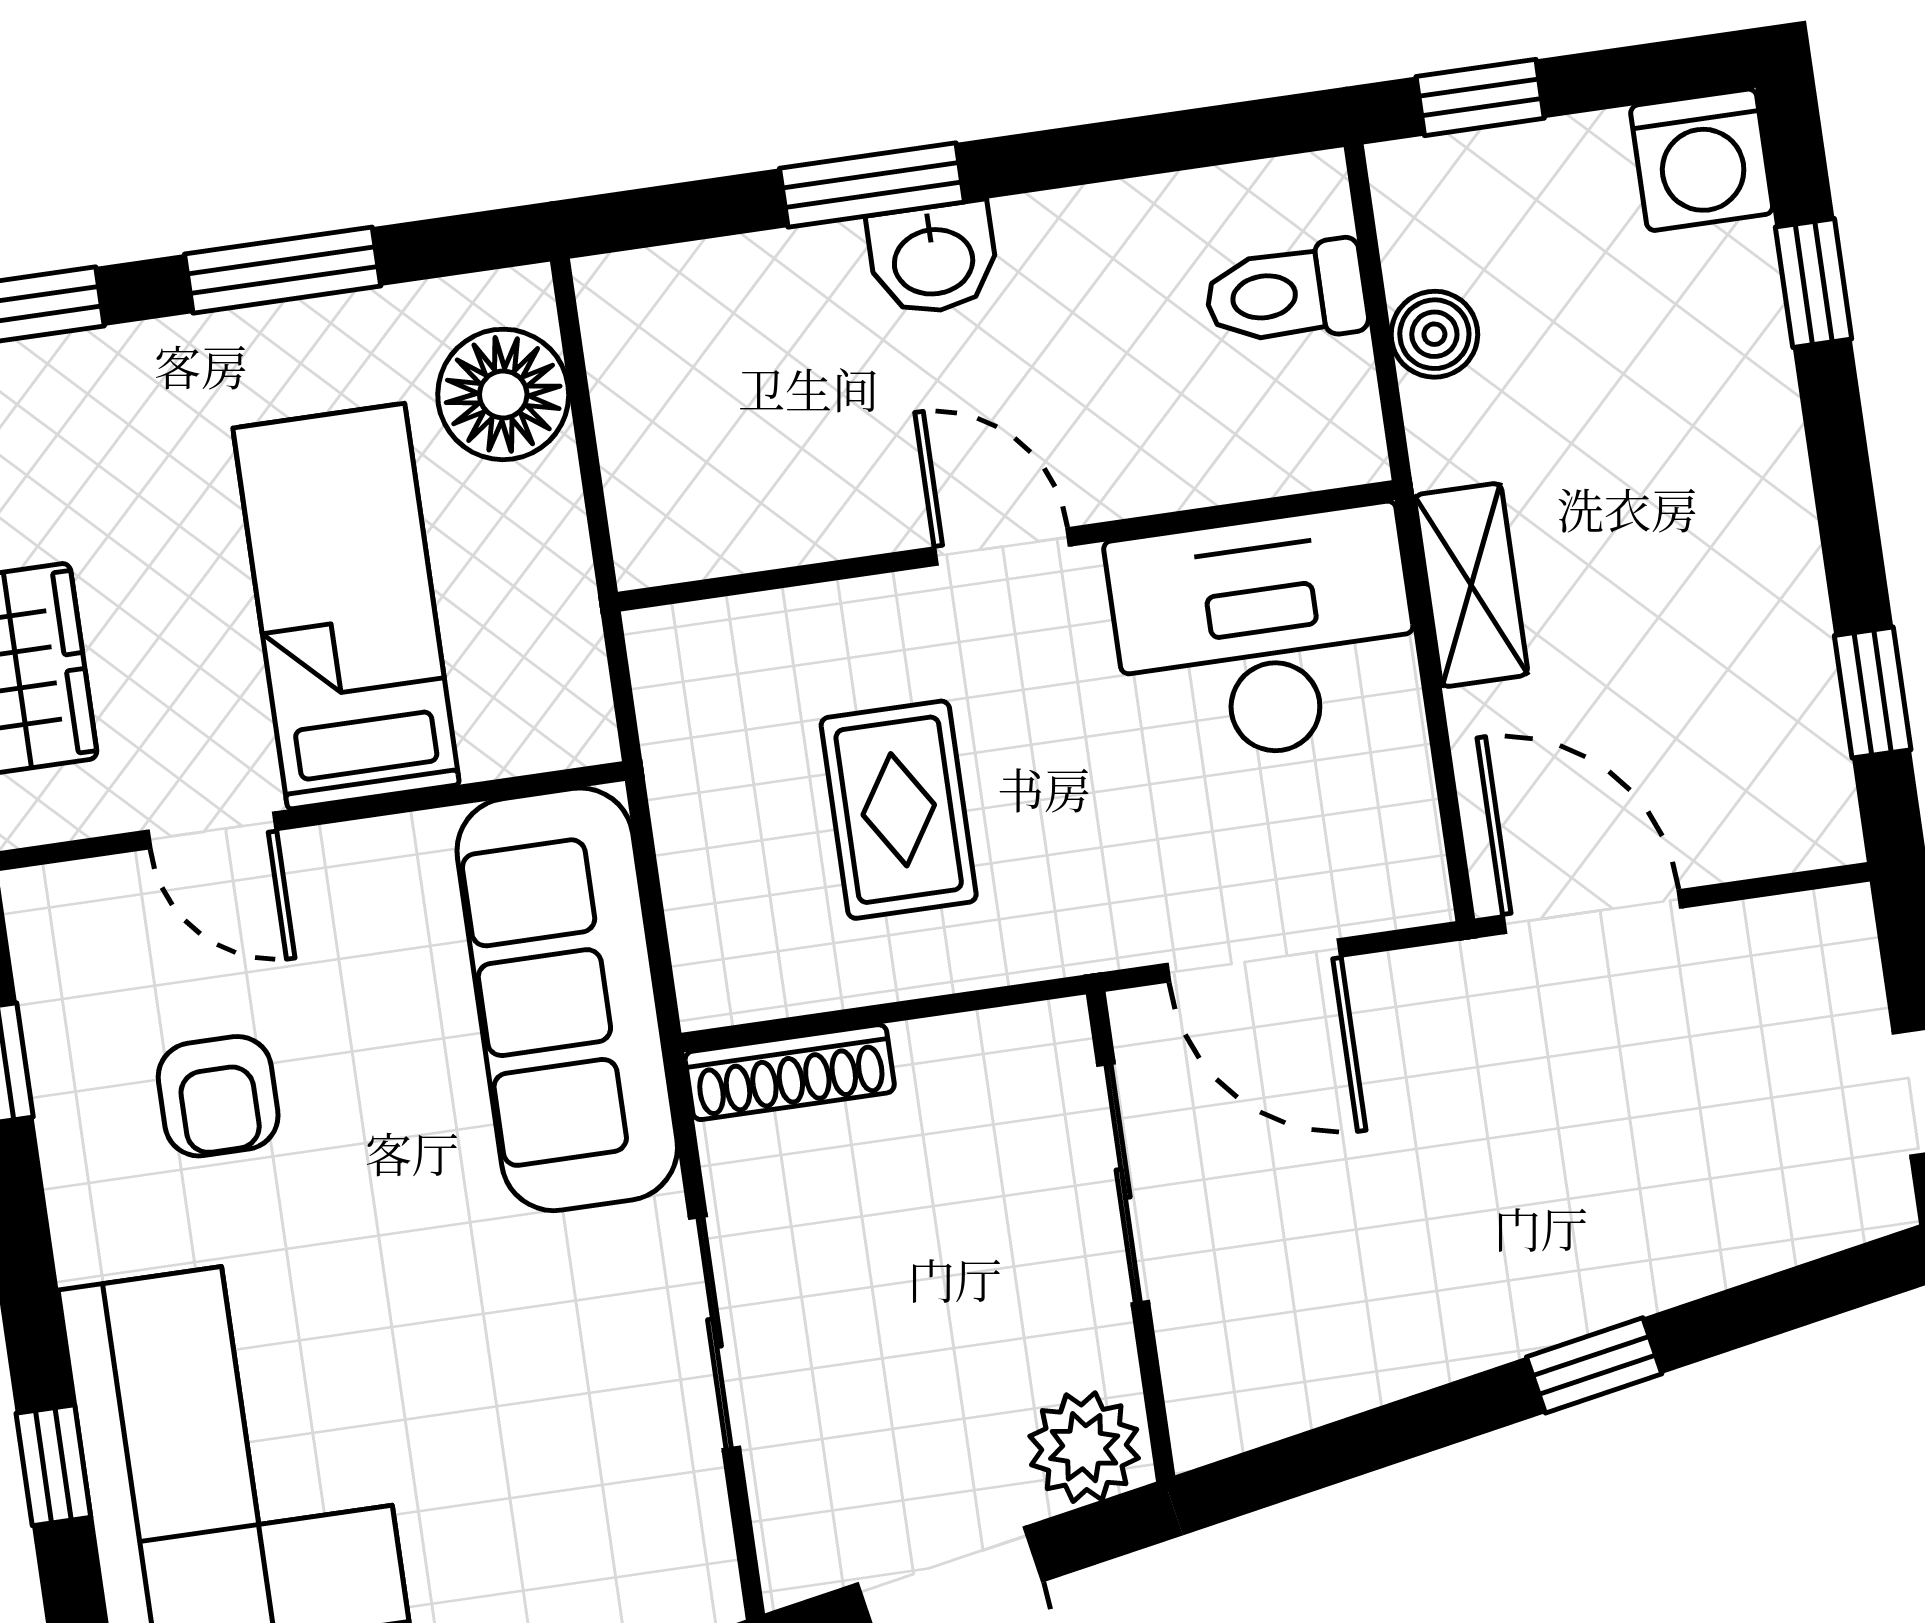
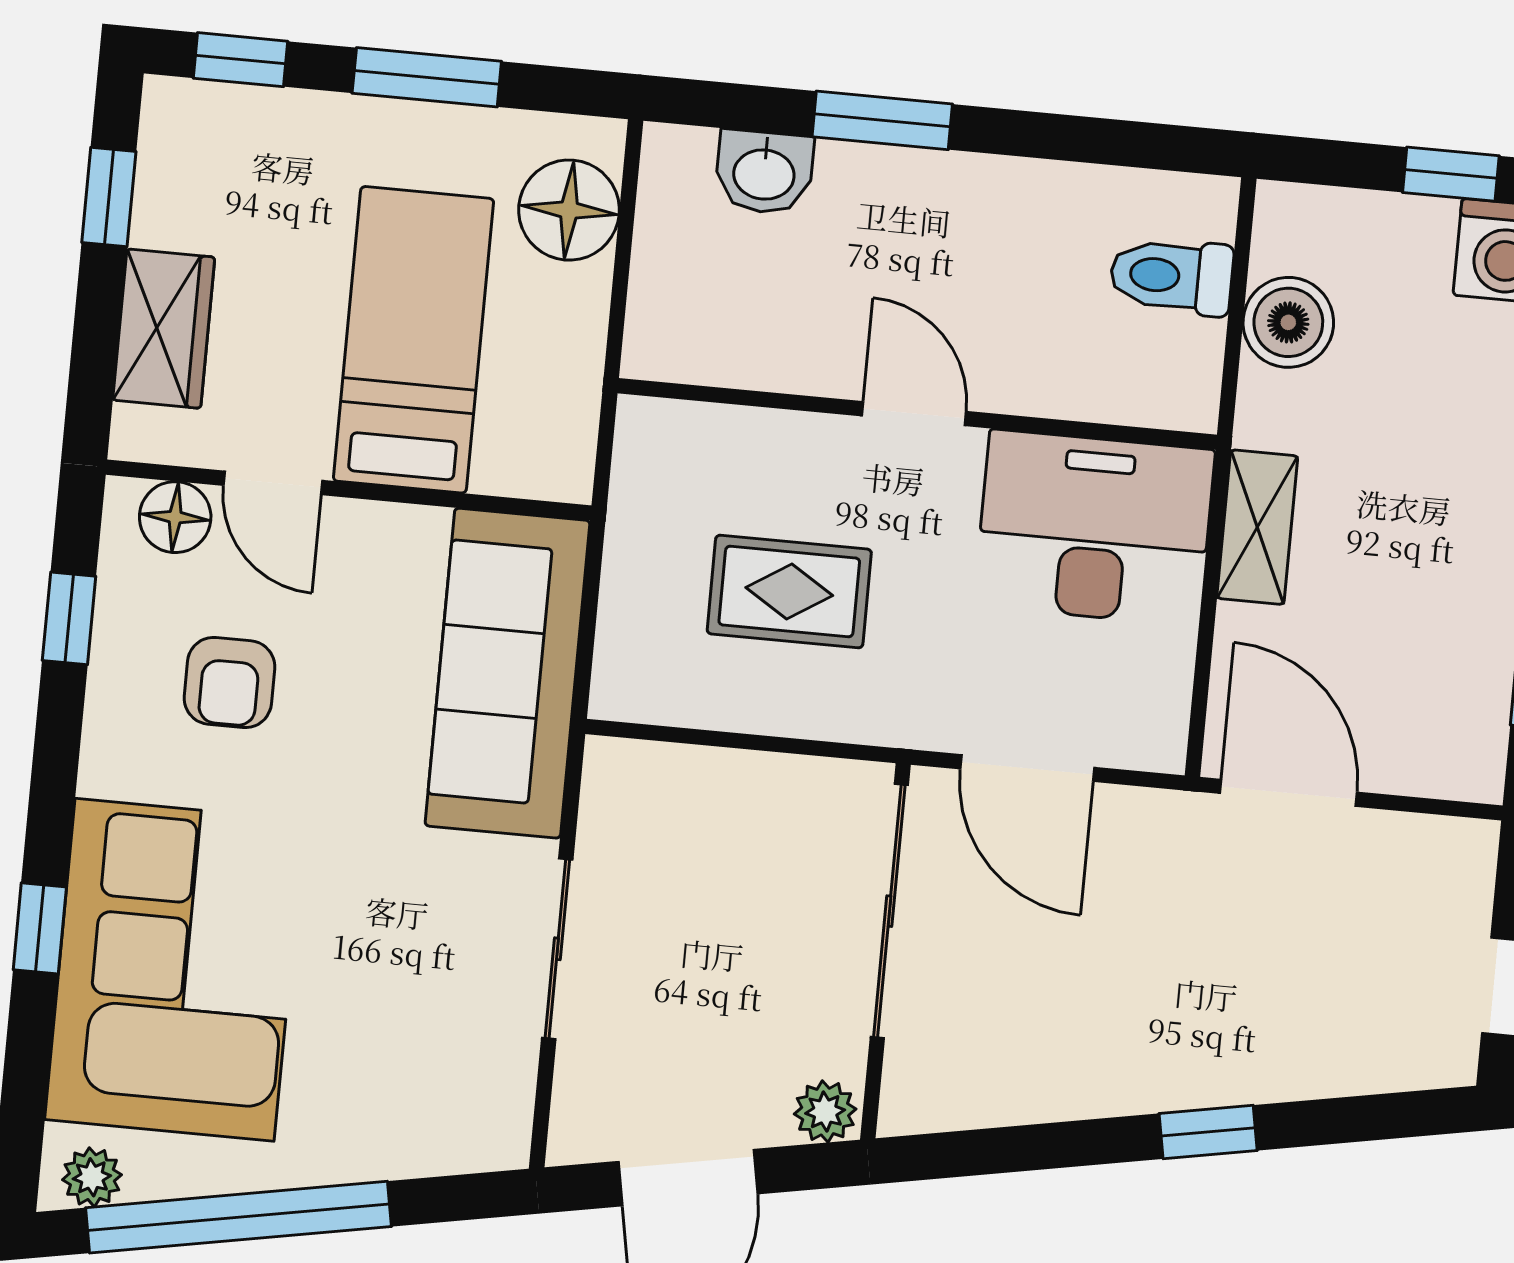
window: (1480, 97) -> (1451, 174), moved
washbasin: (933, 259) -> (764, 172), moved
boiler: (1434, 334) -> (1288, 322), width x1.36, depth x1.36
rug: (899, 810) -> (789, 592), turned 90
floor lamp: (99, 904) -> (175, 517), added
shoe rack: (790, 1072) -> (661, 768), removed
sliding door: (1123, 1183) -> (889, 911), width x1.37
plant: (1084, 1447) -> (825, 1112), width x0.73, depth x0.73

